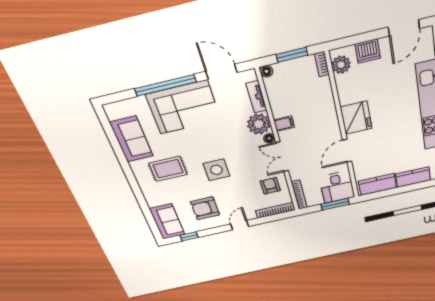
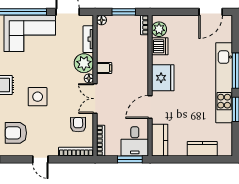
dishwasher: (368, 51) -> (160, 46), moved, turned -90
kitchen counter: (377, 184) -> (160, 140), moved, turned 90
door: (240, 225) -> (40, 159), swing flipped

